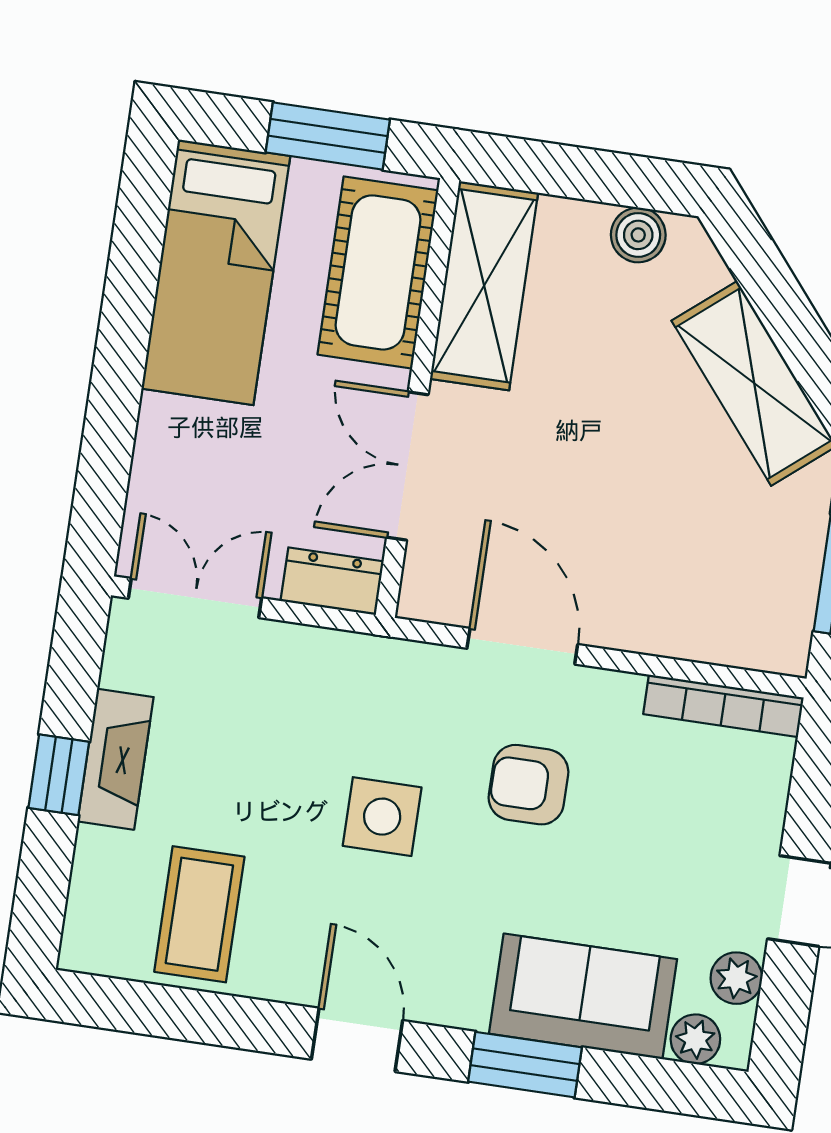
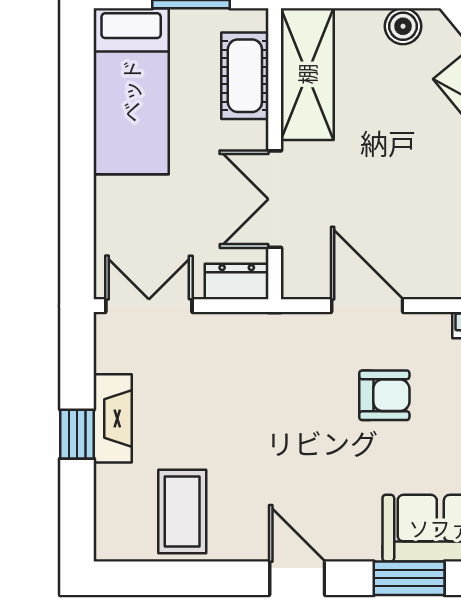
cot: (378, 272) -> (245, 76), width x0.73, depth x0.75
armchair: (528, 785) -> (384, 395), turned 180
side table: (382, 817) -> (292, 430), removed

